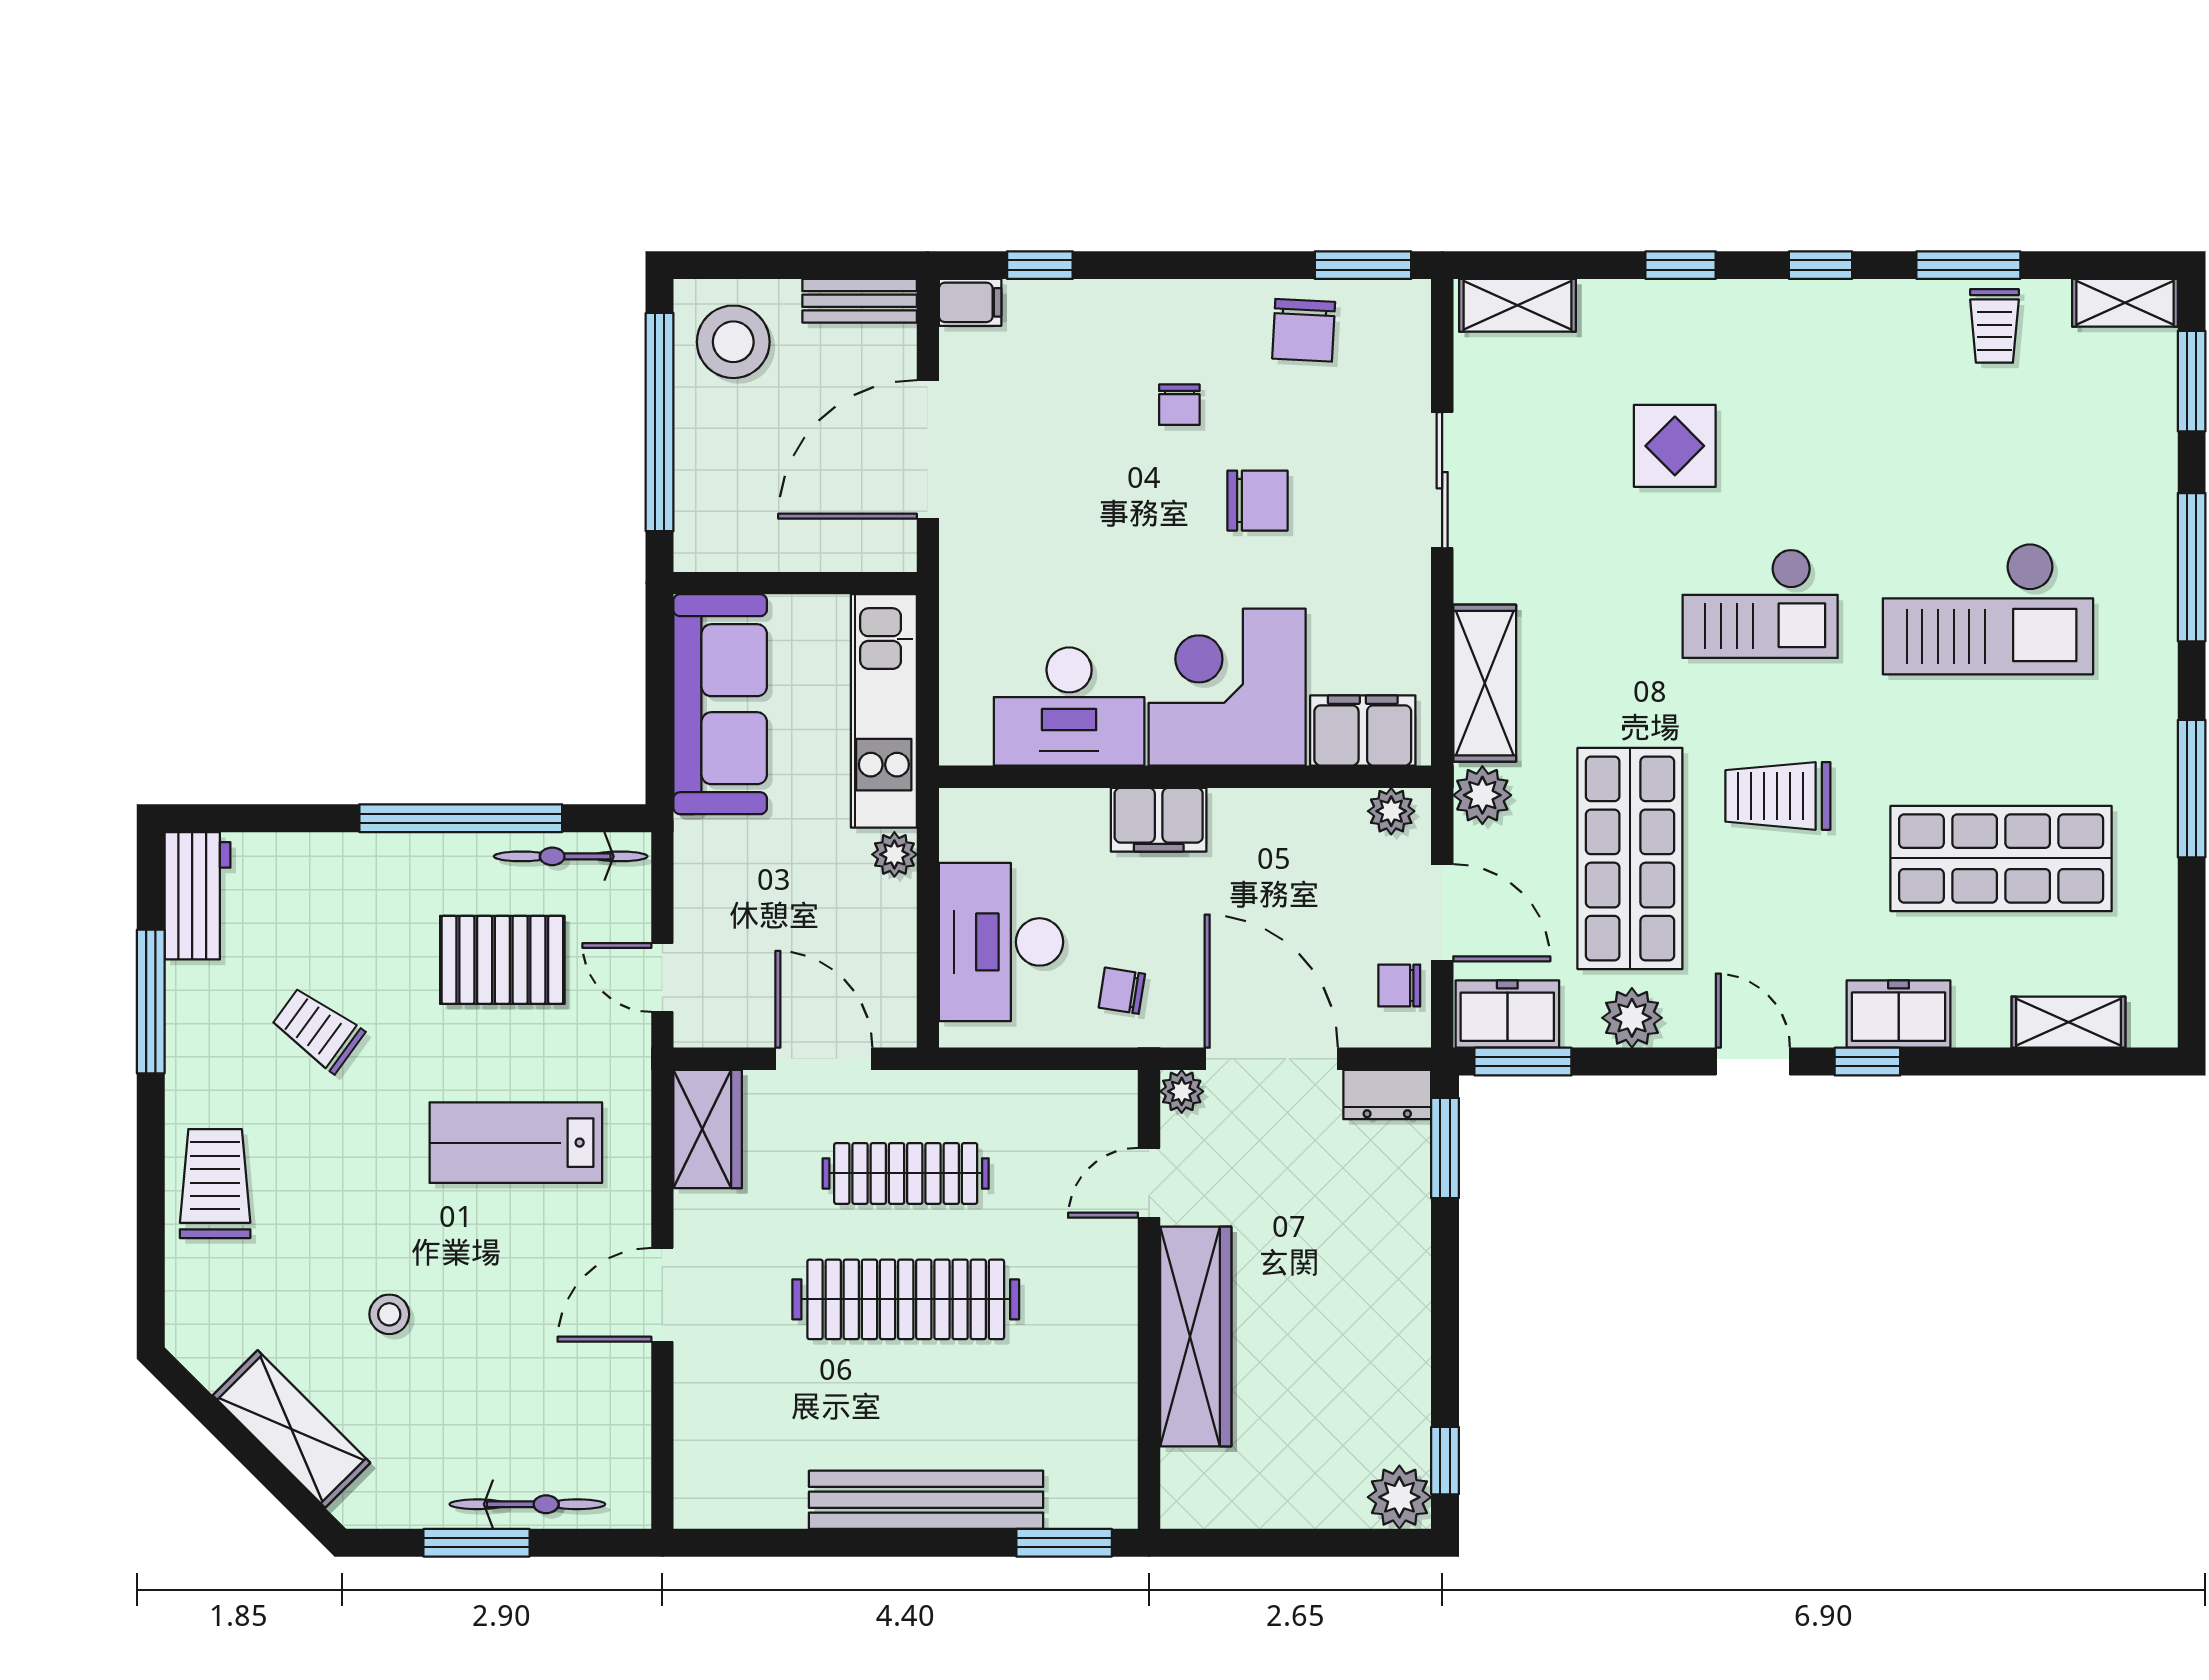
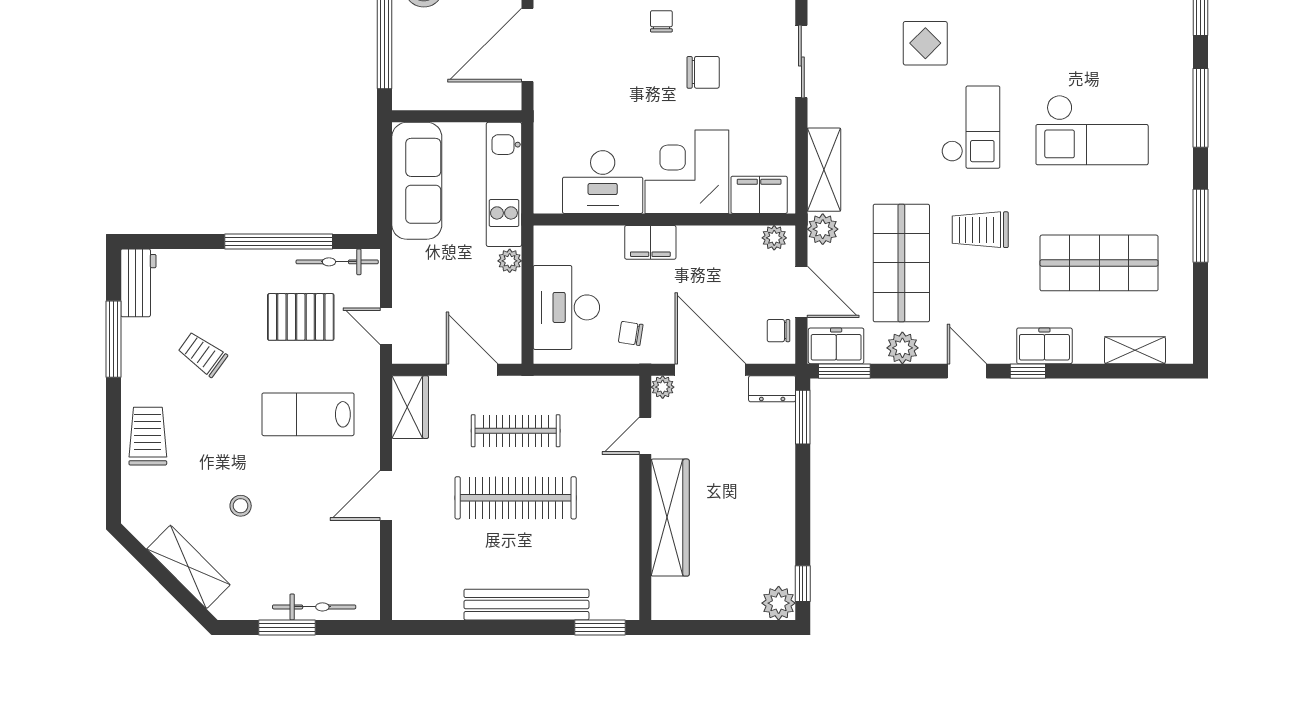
chair: (1179, 405) -> (661, 21), turned 180
checkout: (1760, 603) -> (971, 127), turned -90

